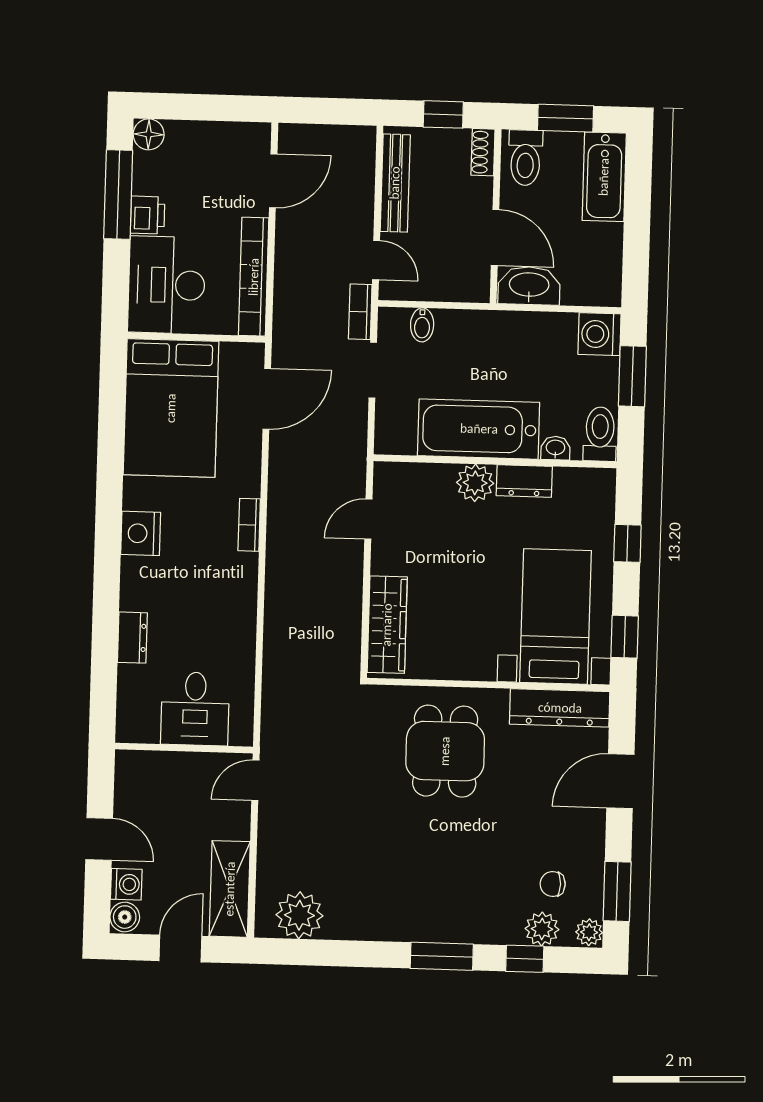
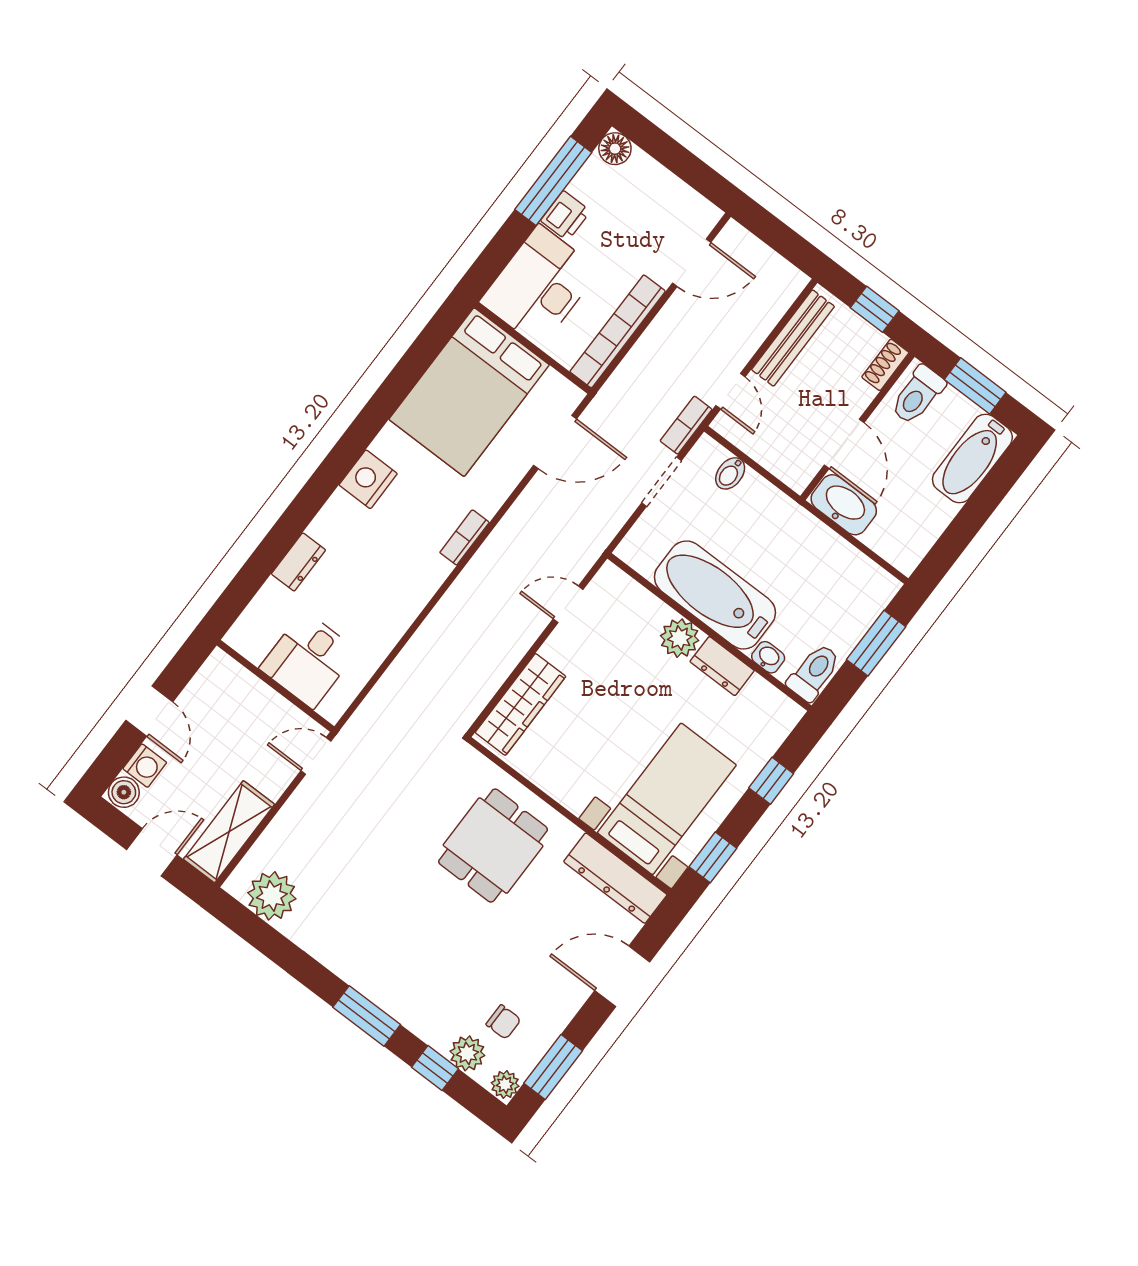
washing machine: (600, 334) -> (874, 588), removed
chair: (553, 884) -> (503, 1022), turned 180

